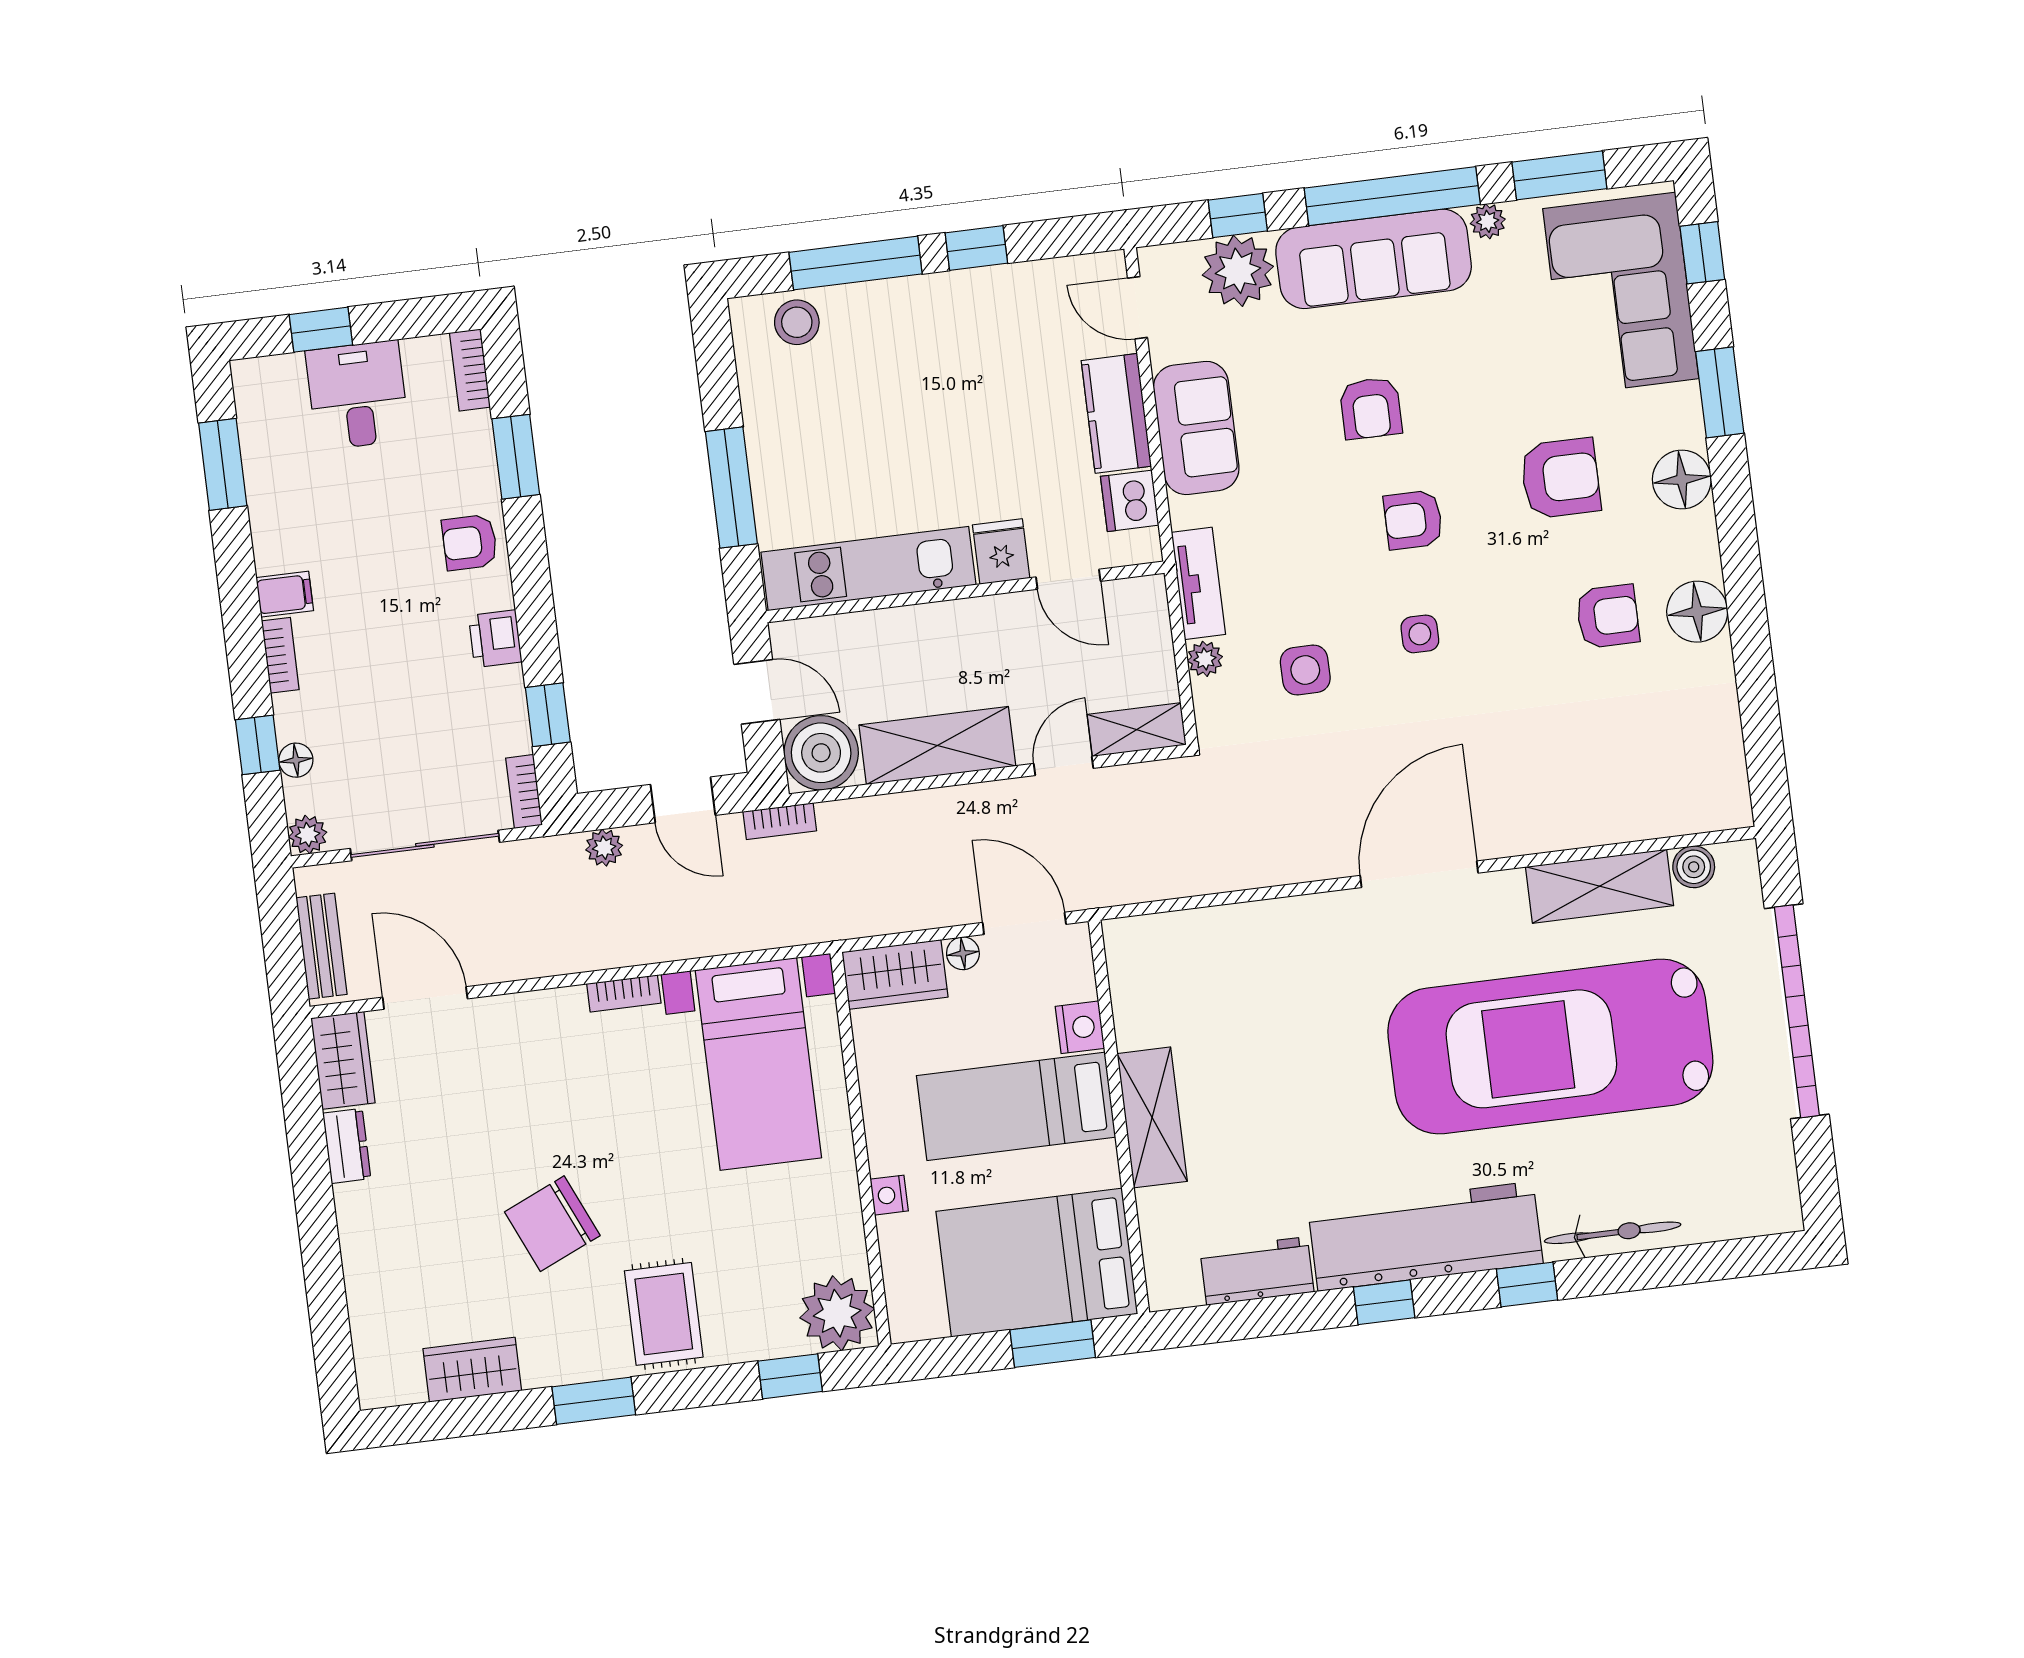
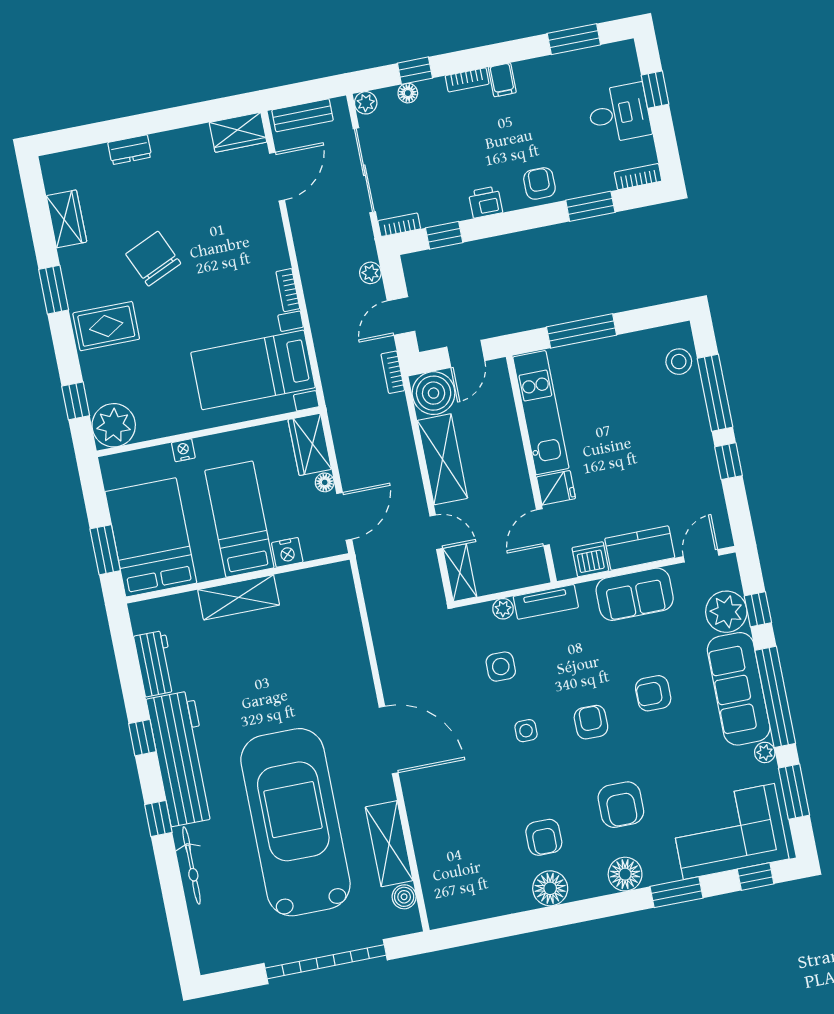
dresser: (347, 1146) -> (130, 150), moved

